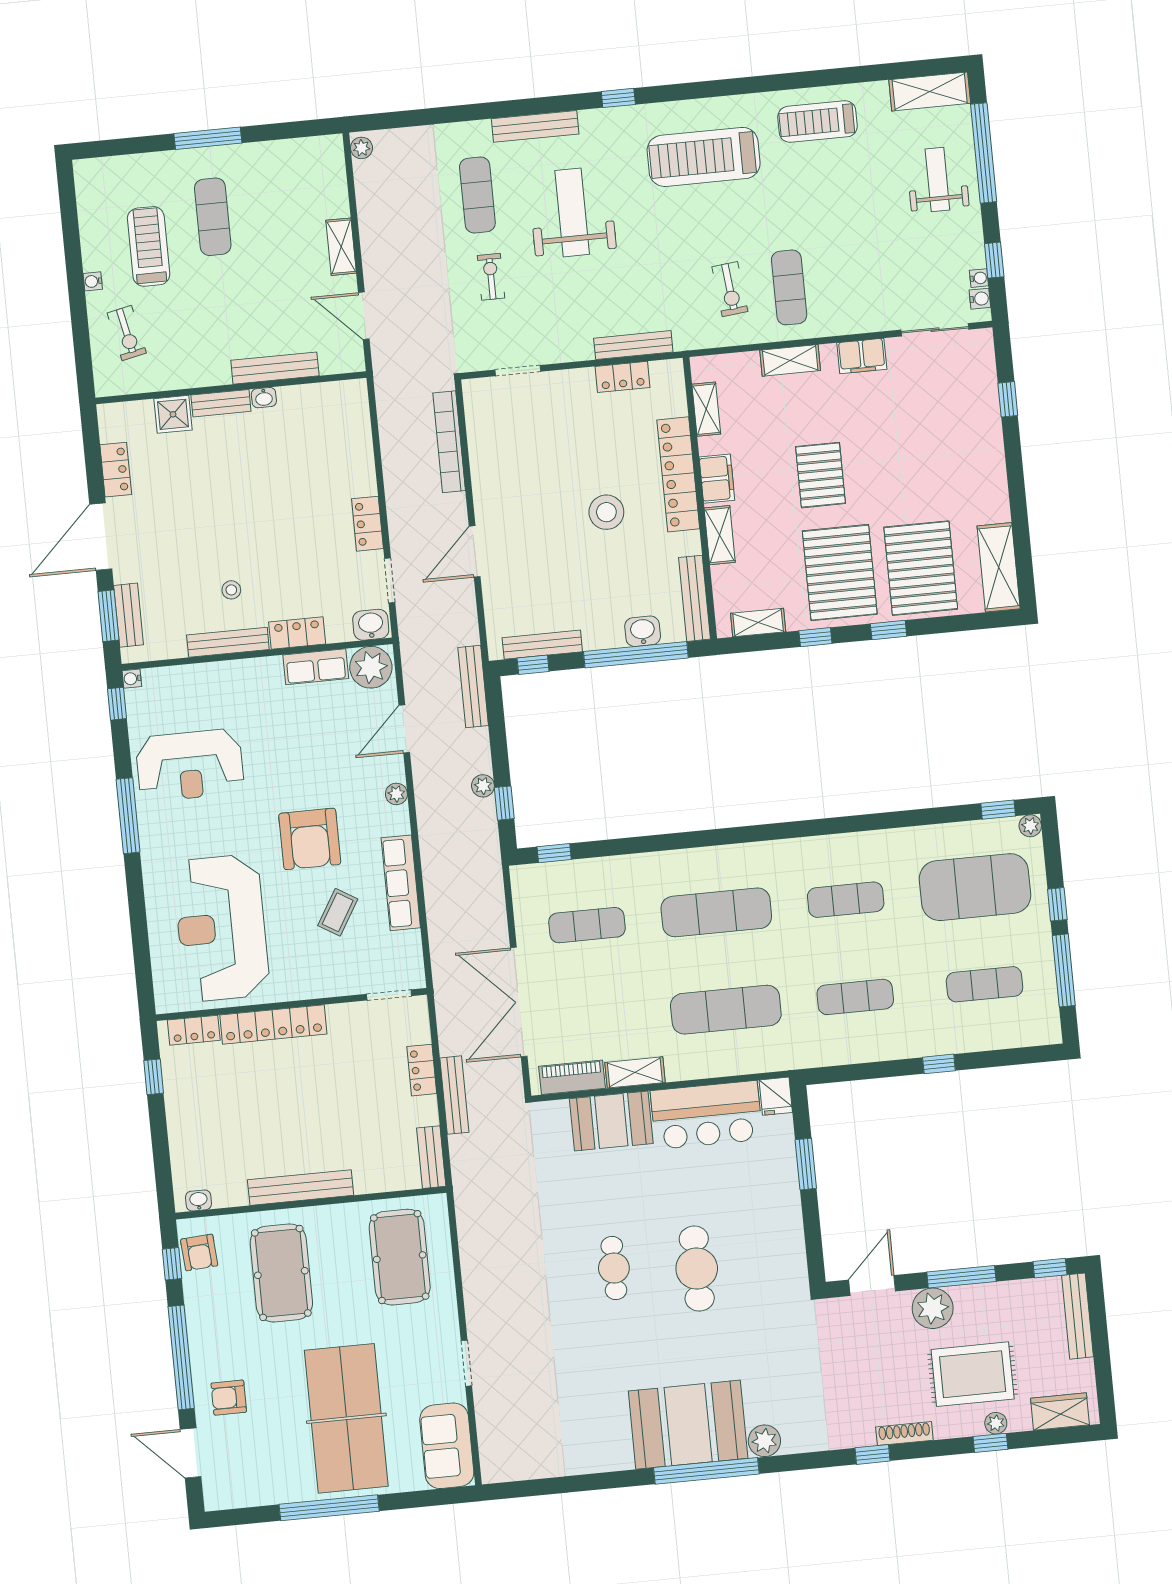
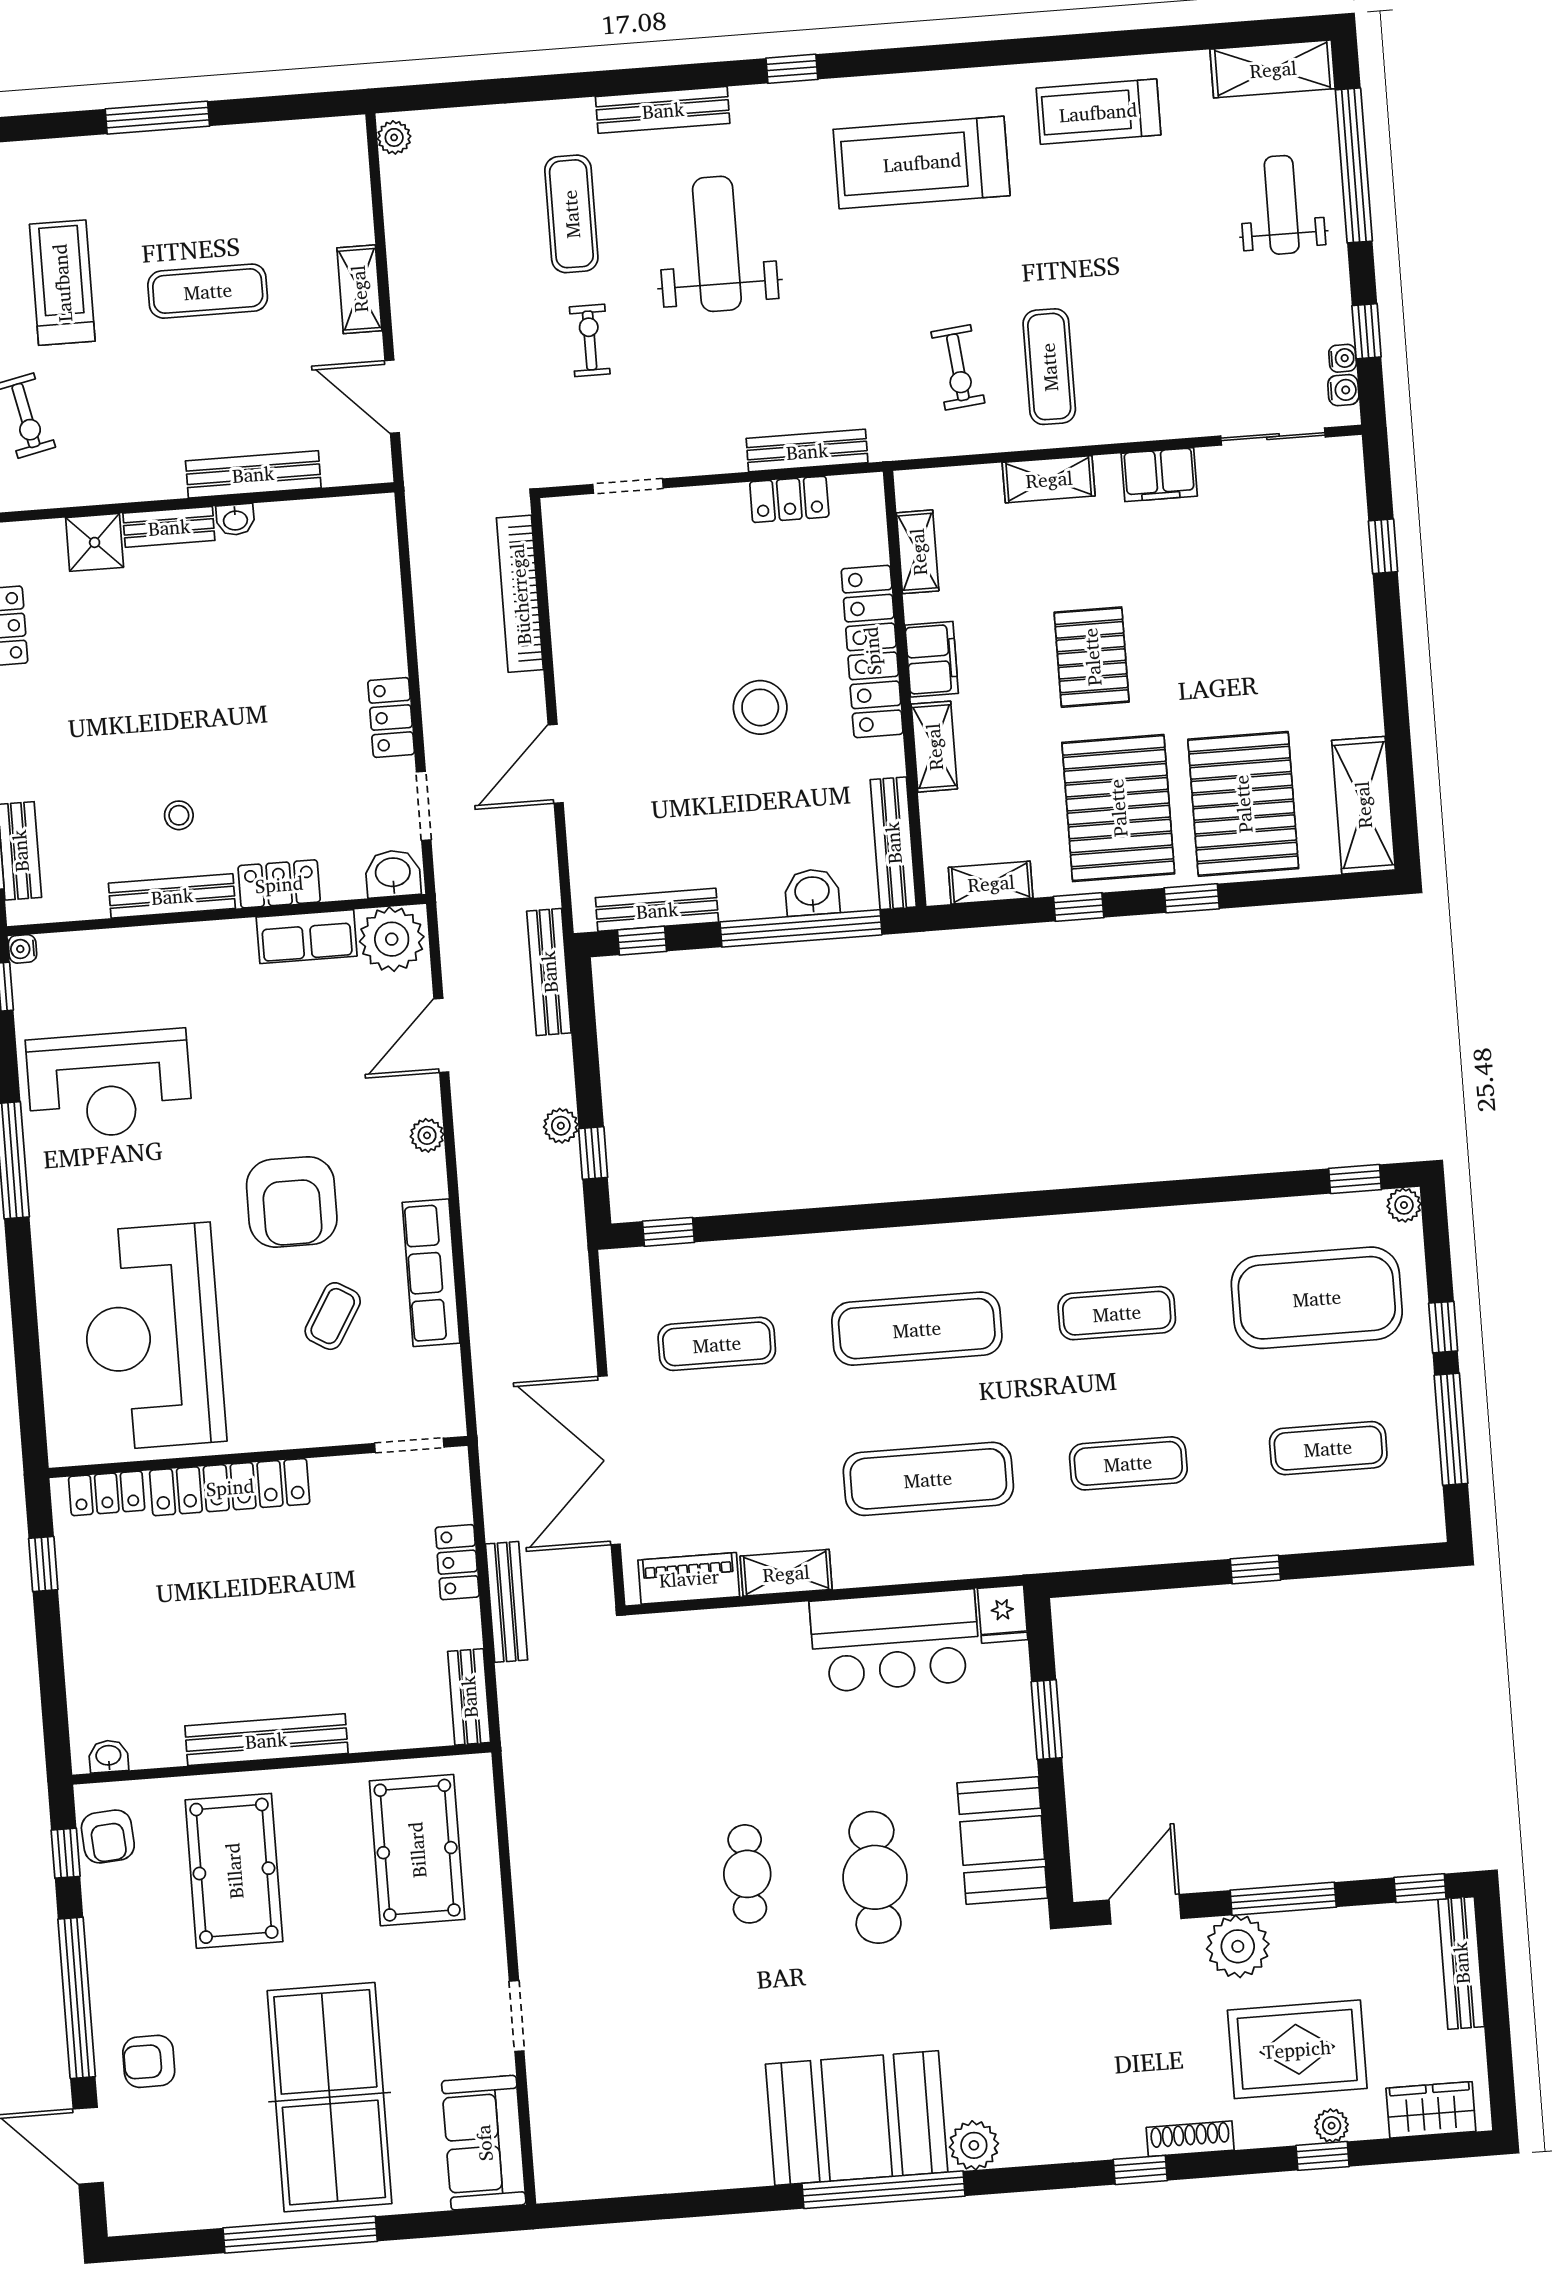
exercise mat: (213, 217) -> (208, 291), moved, turned 90
booth: (611, 1121) -> (1002, 1841), moved, turned 90

